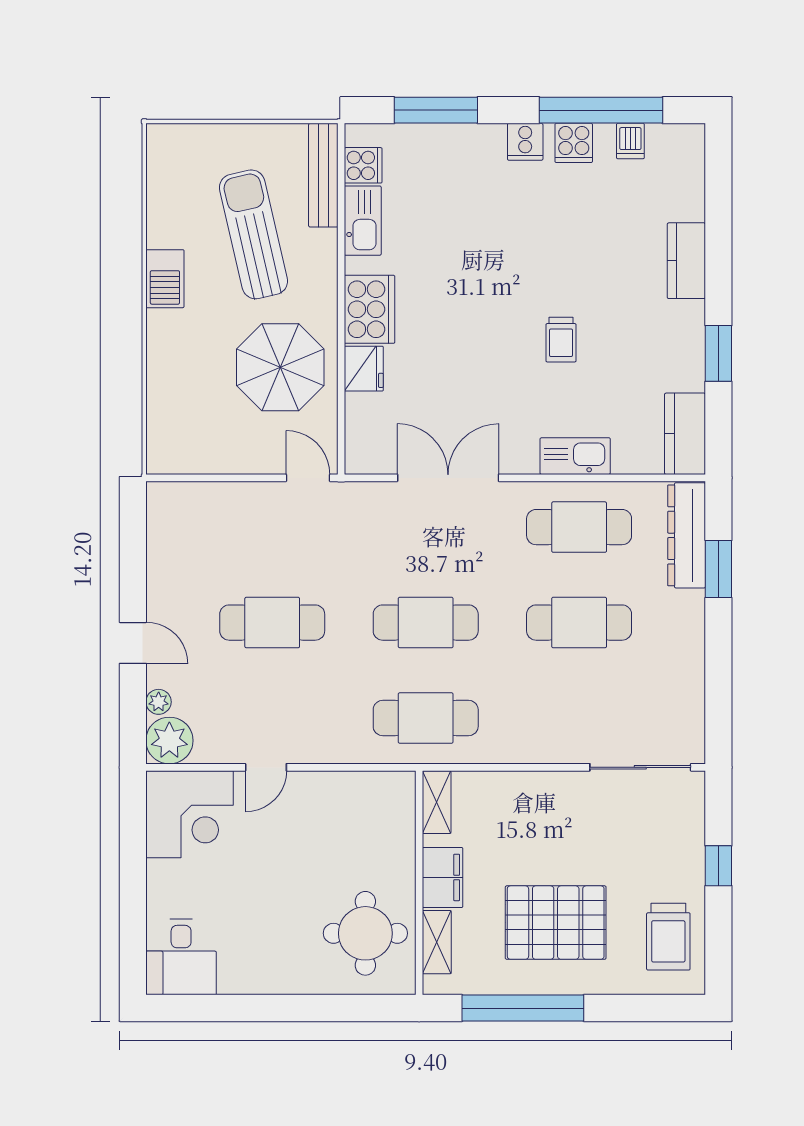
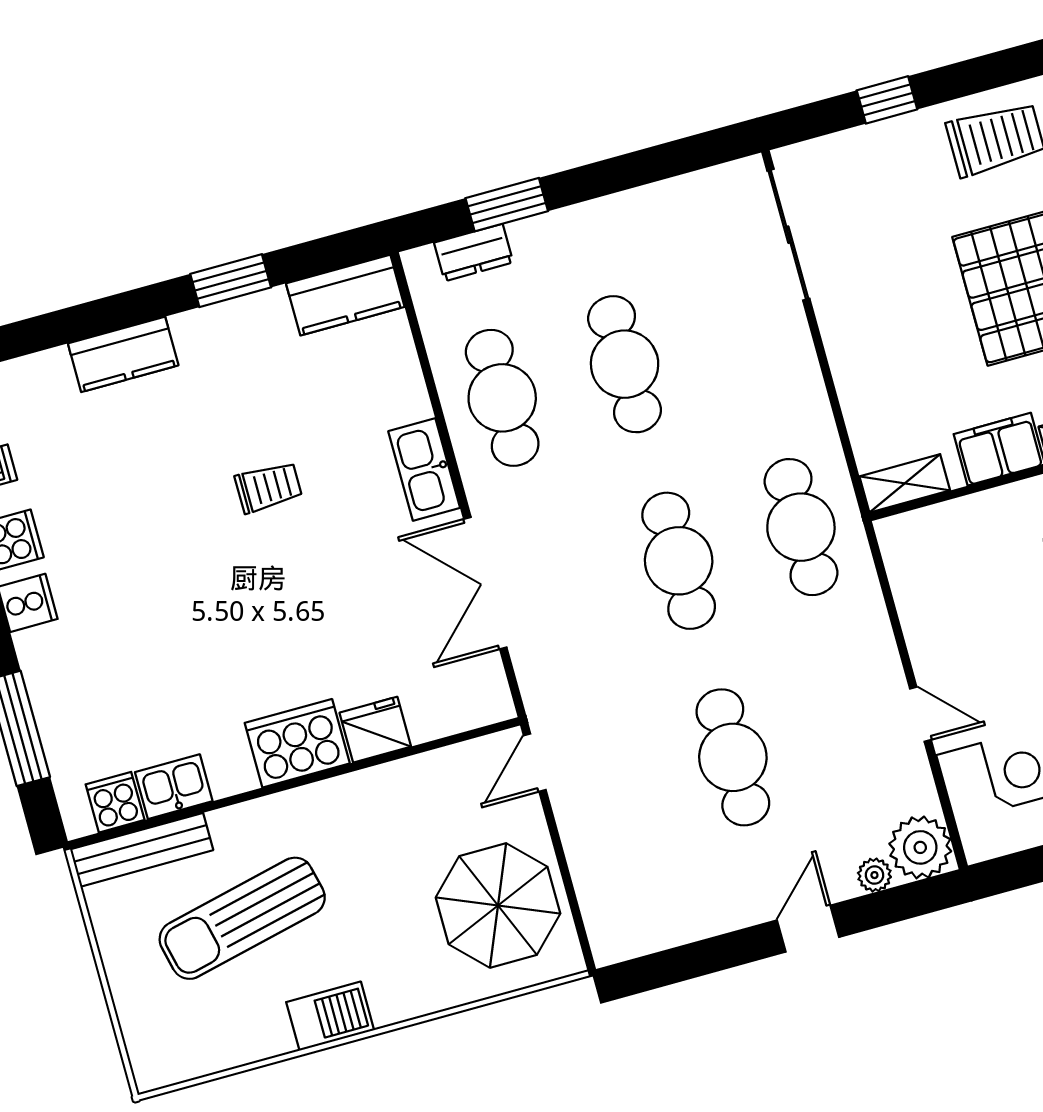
kitchen sink: (363, 221) -> (174, 787), width x0.73
parasol: (280, 367) -> (498, 905), moved
kitchen sink: (575, 456) -> (424, 470), moved
dresser: (687, 535) -> (474, 252), width x0.51, depth x0.80

